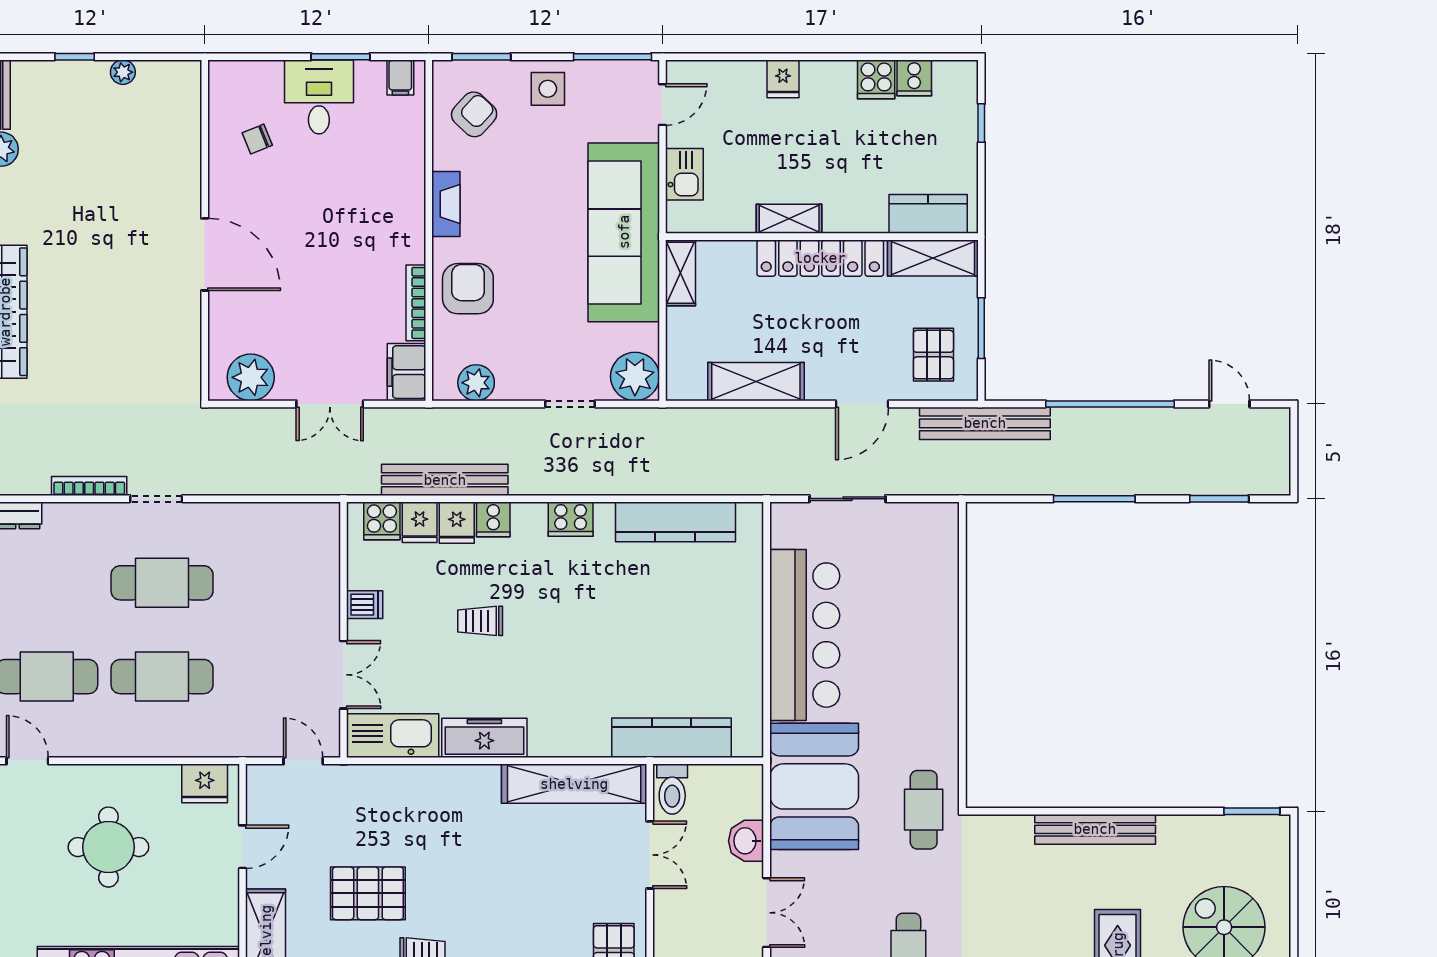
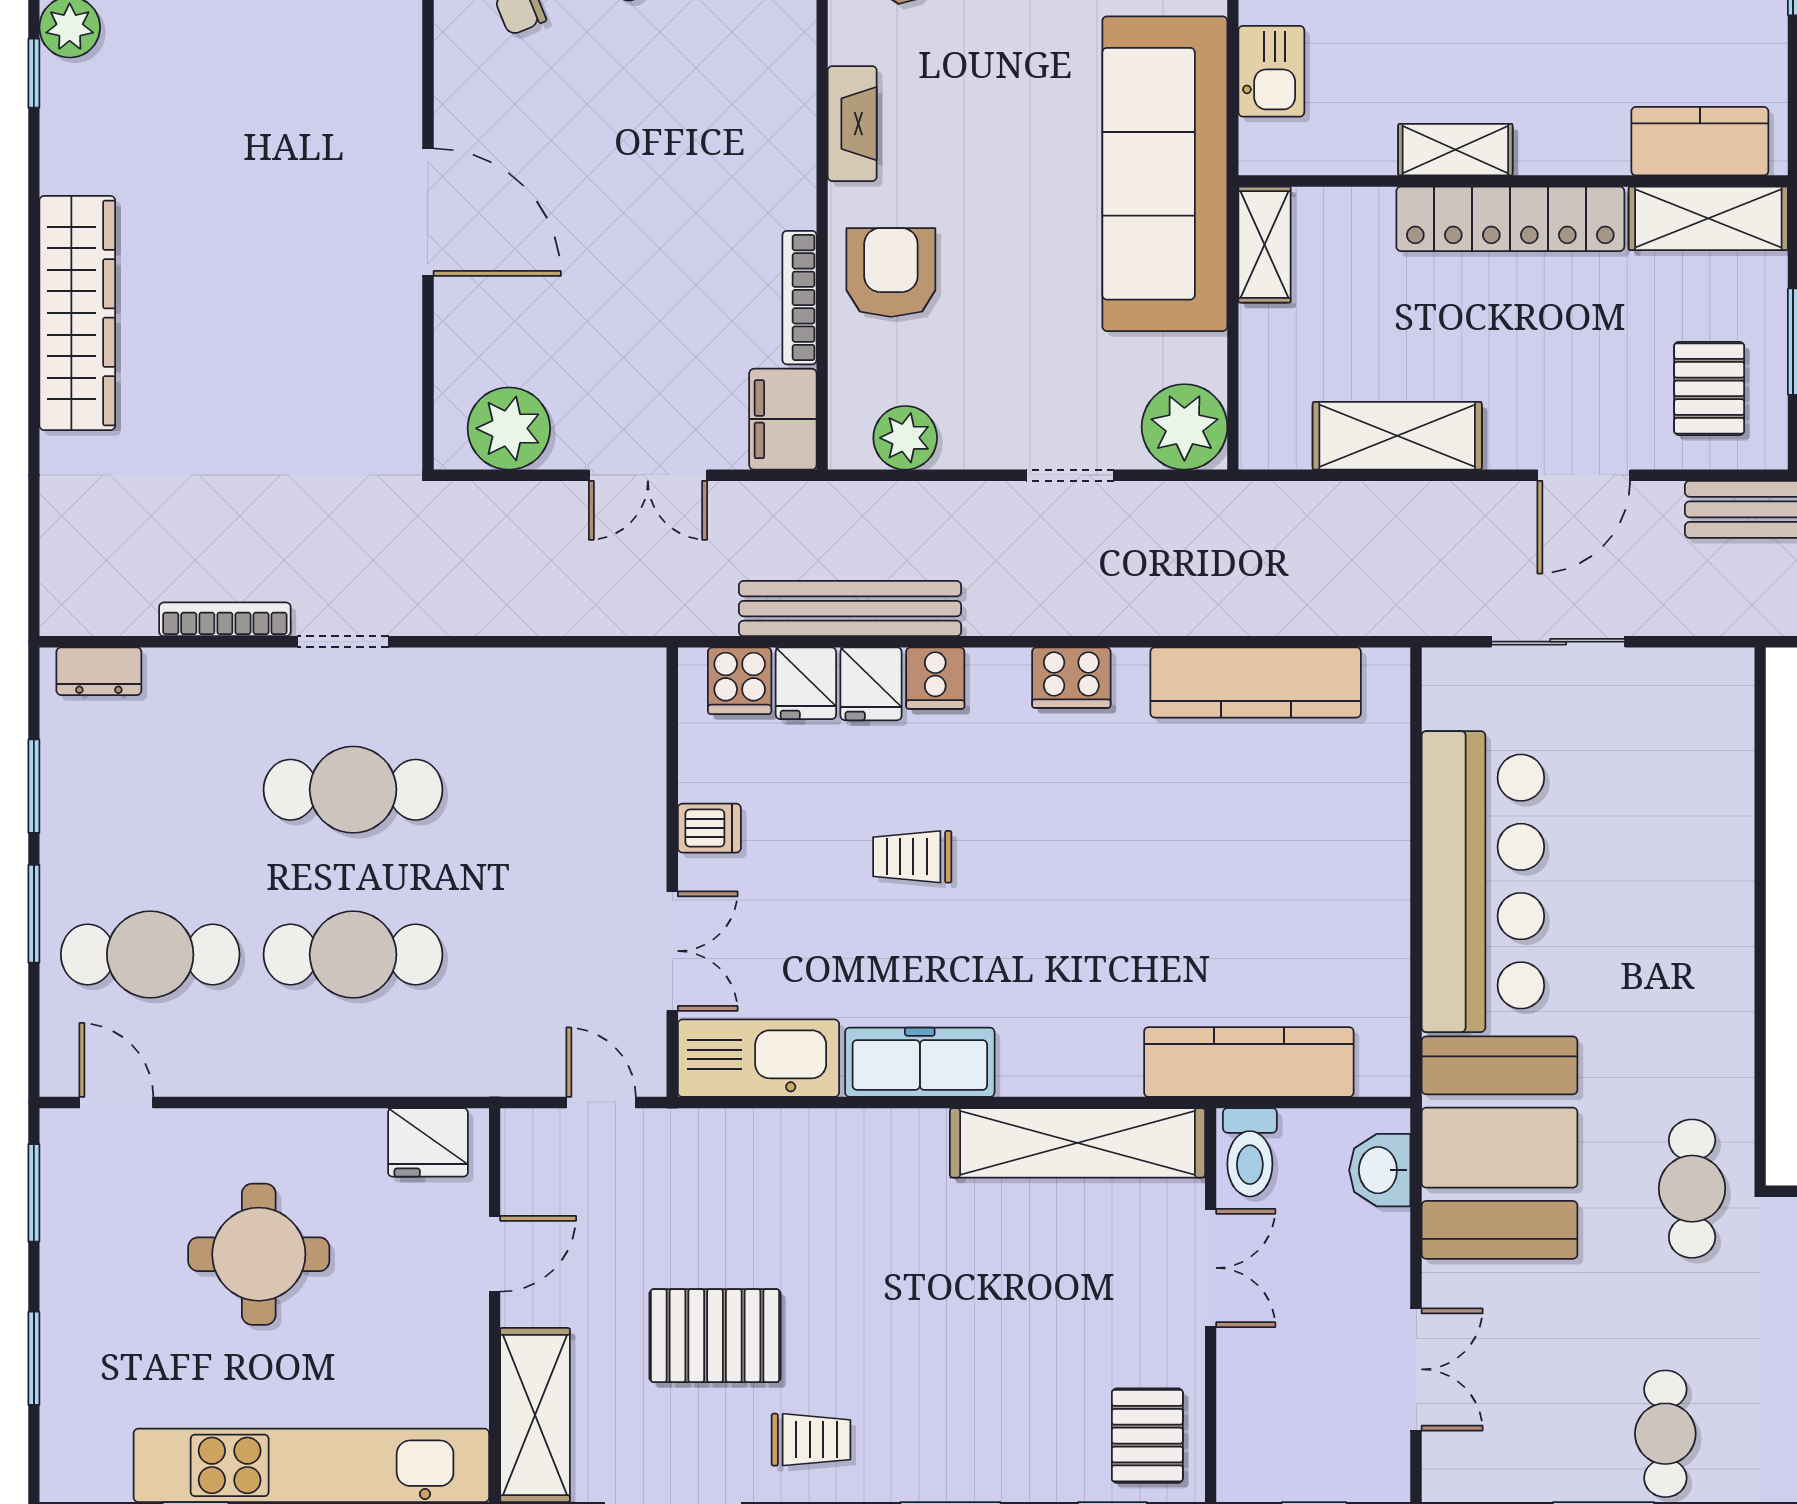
washbasin: (746, 841) -> (1380, 1170), moved

